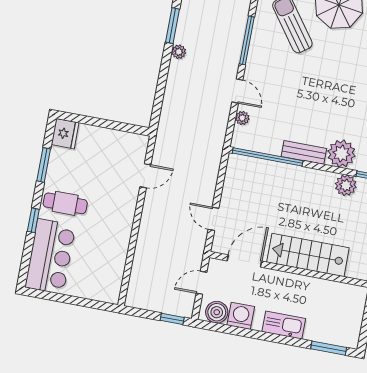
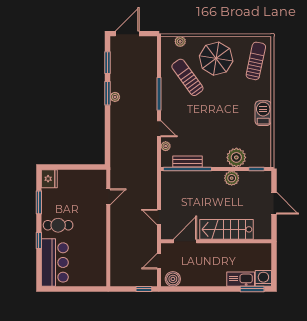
plant: (179, 52) -> (115, 97), moved
bench: (304, 152) -> (188, 161), moved
plant: (346, 185) -> (232, 178), moved
washing machine: (241, 316) -> (263, 278), moved
kitchen sink: (284, 325) -> (241, 279), moved

